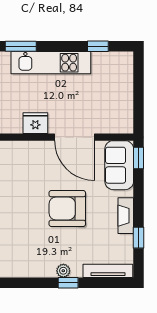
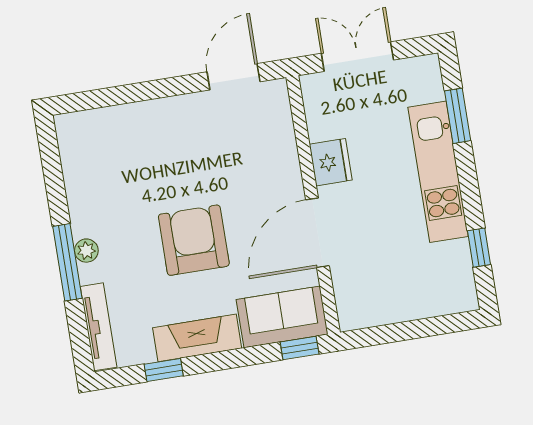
fireplace: (126, 216) -> (197, 338), width x1.37, depth x1.32
window: (68, 283) -> (67, 262), width x2.17

